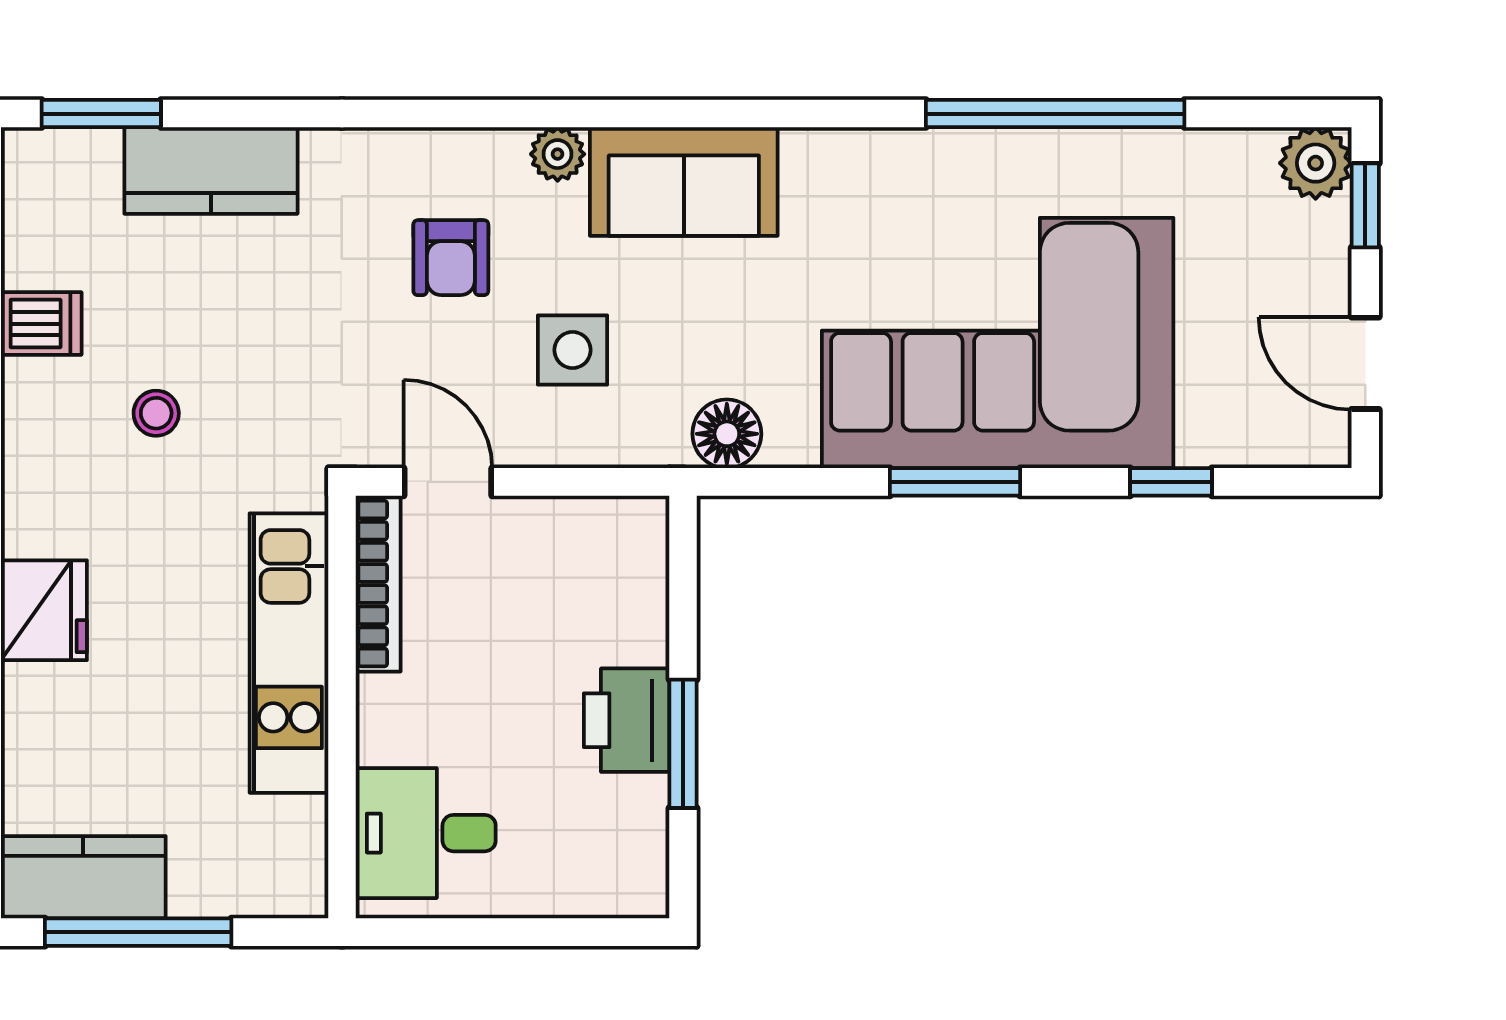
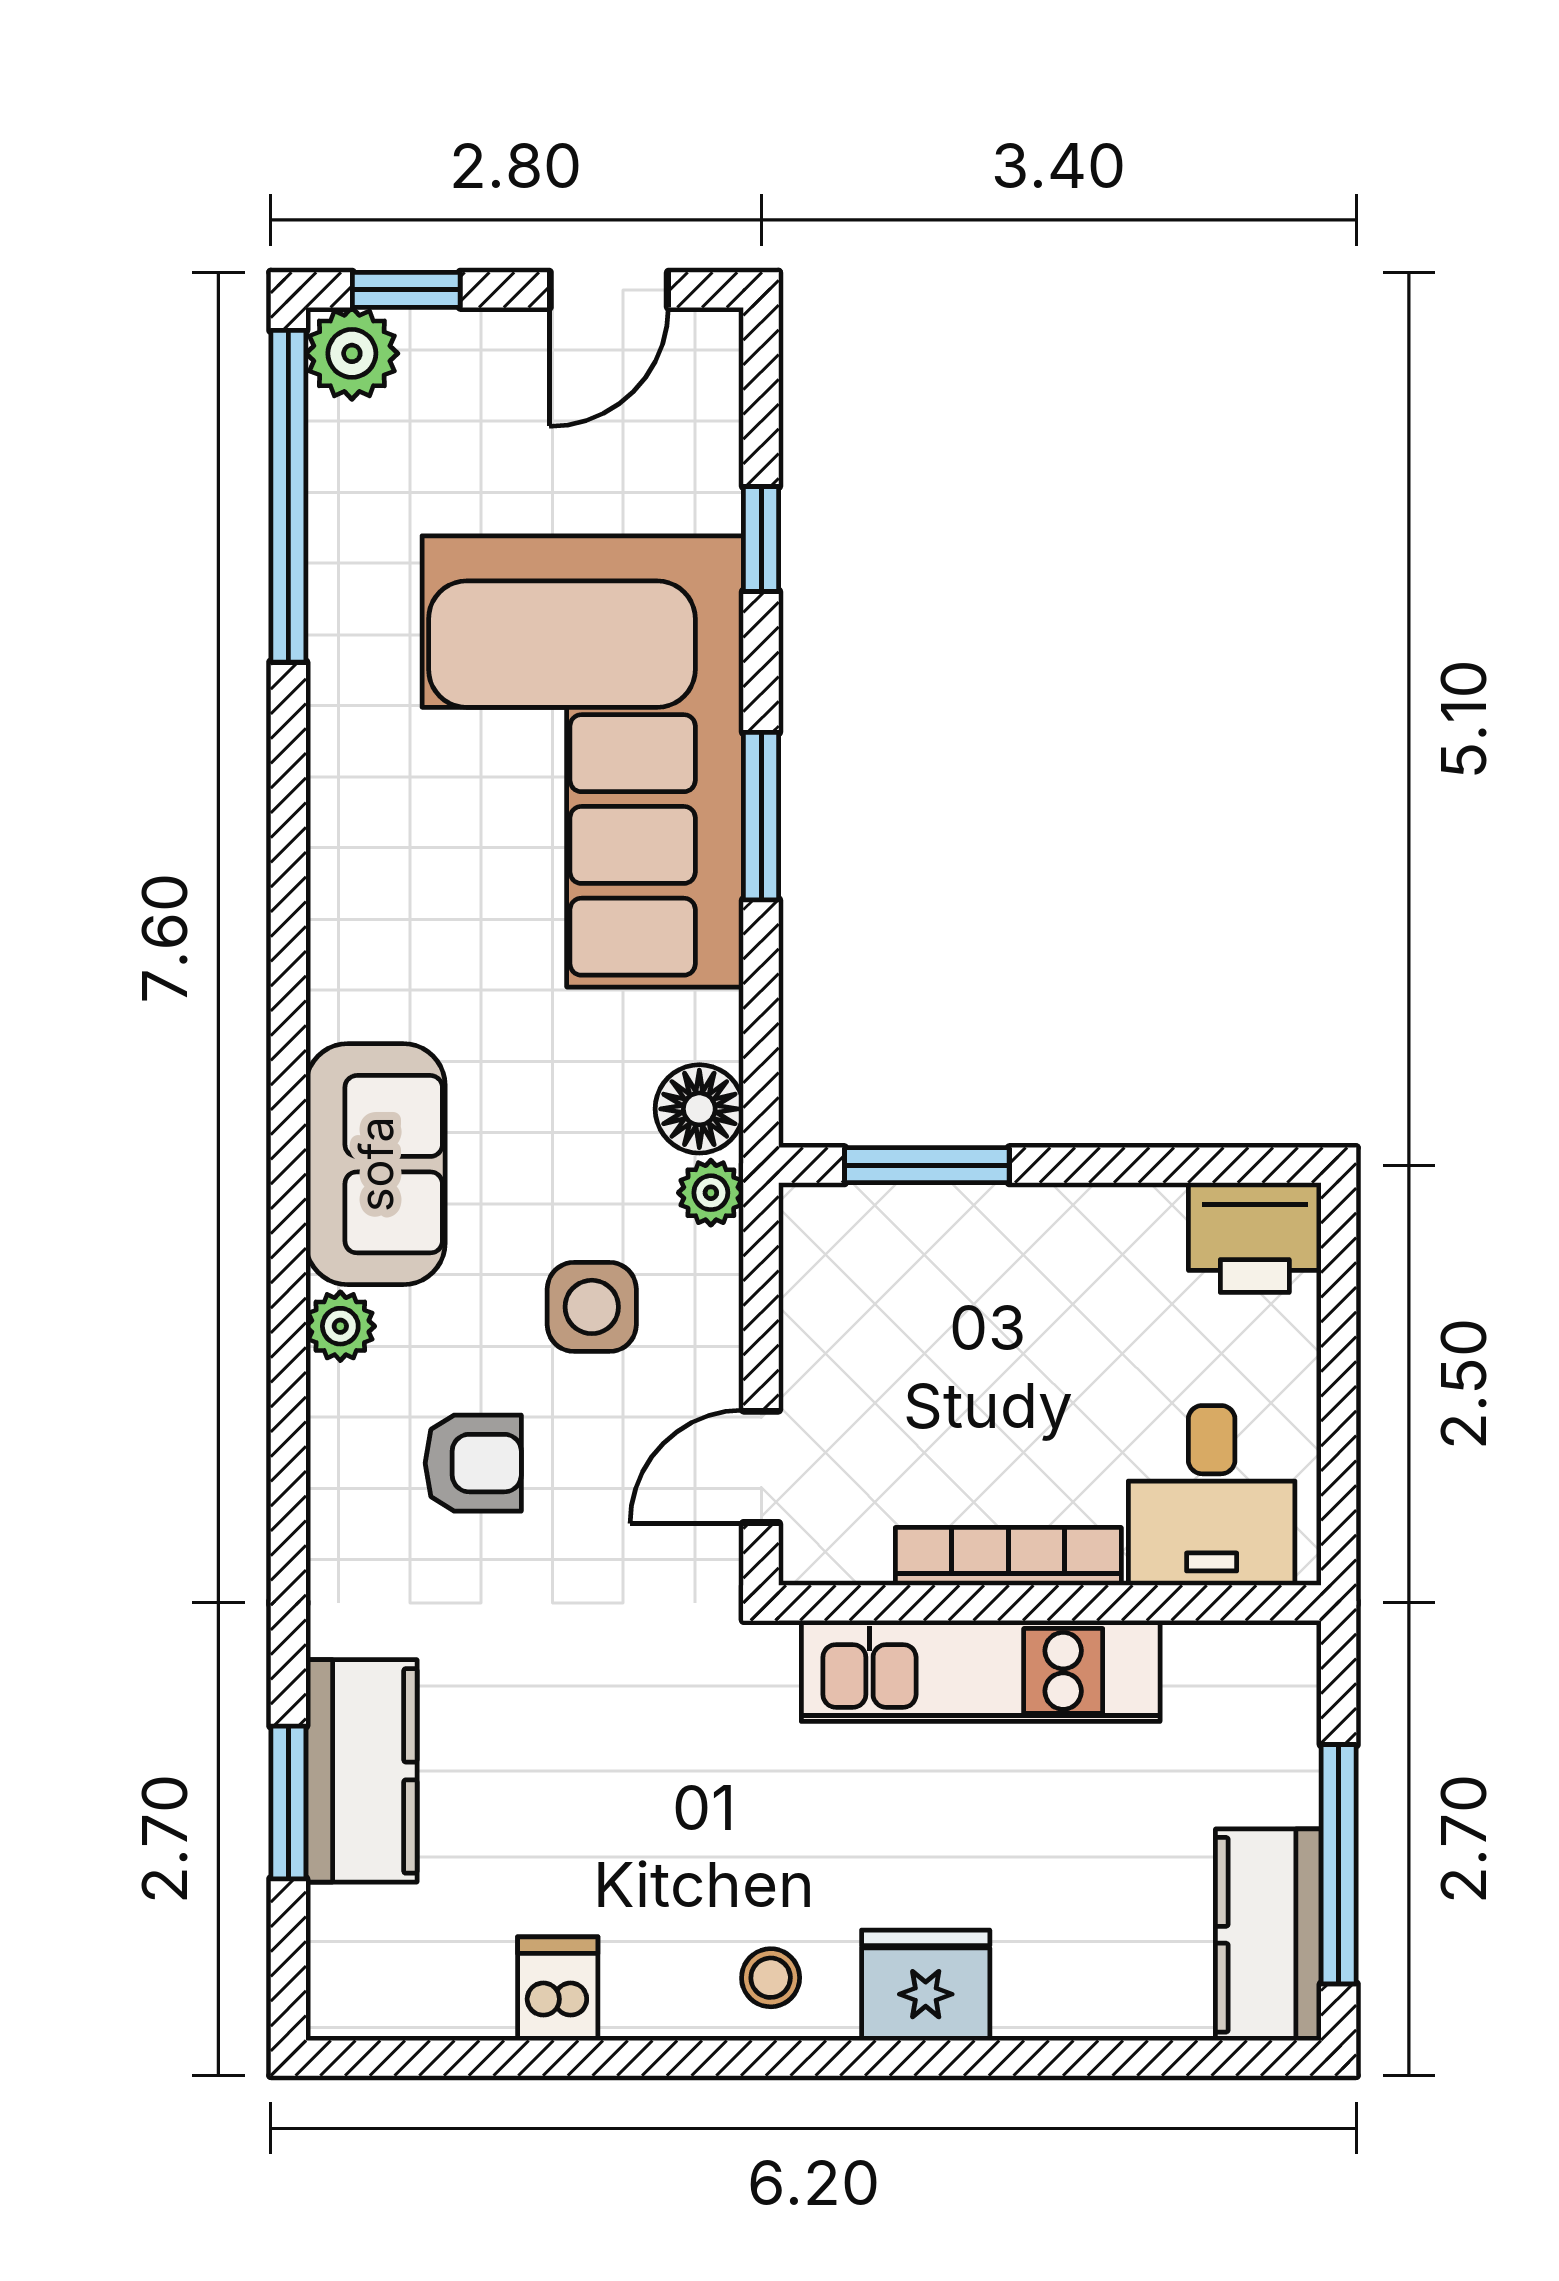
window: (101, 114) -> (288, 1802), moved
window: (1055, 114) -> (288, 496), moved
stool: (156, 413) -> (771, 1978), moved
plant: (662, 443) -> (711, 1193), added
bookcase: (378, 584) -> (1008, 1556), moved
printer: (627, 720) -> (1255, 1238), moved
window: (683, 744) -> (927, 1165), moved

